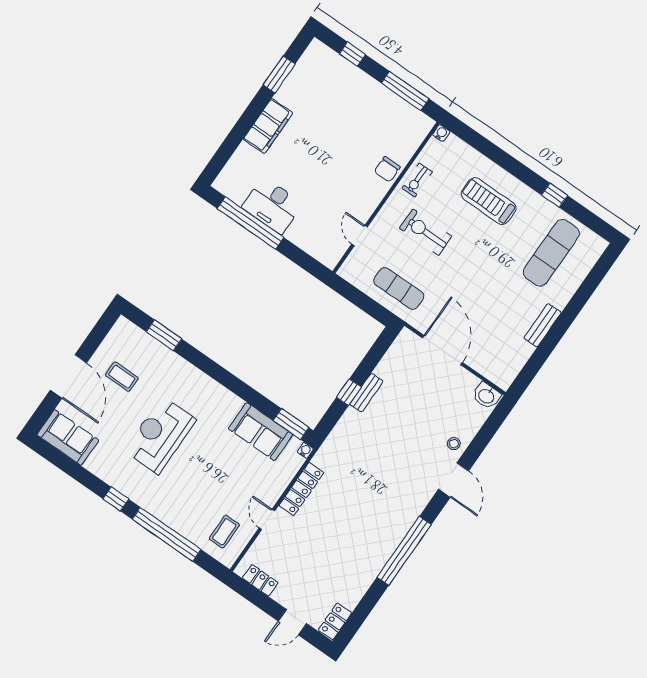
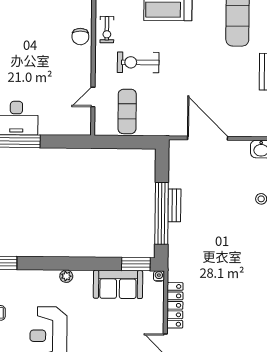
door: (360, 236) -> (93, 97), hinge flipped
exercise mat: (399, 288) -> (127, 111), moved, turned 90
plant: (216, 390) -> (66, 276), added
window: (349, 392) -> (162, 213), width x3.17

